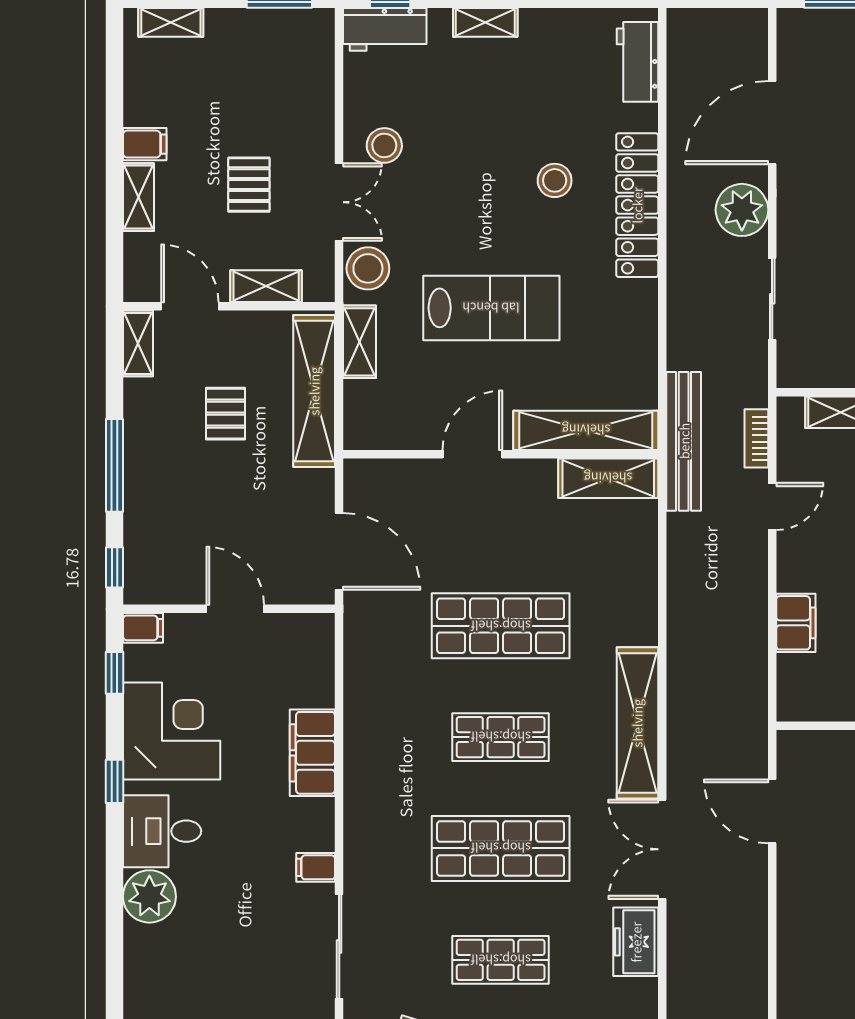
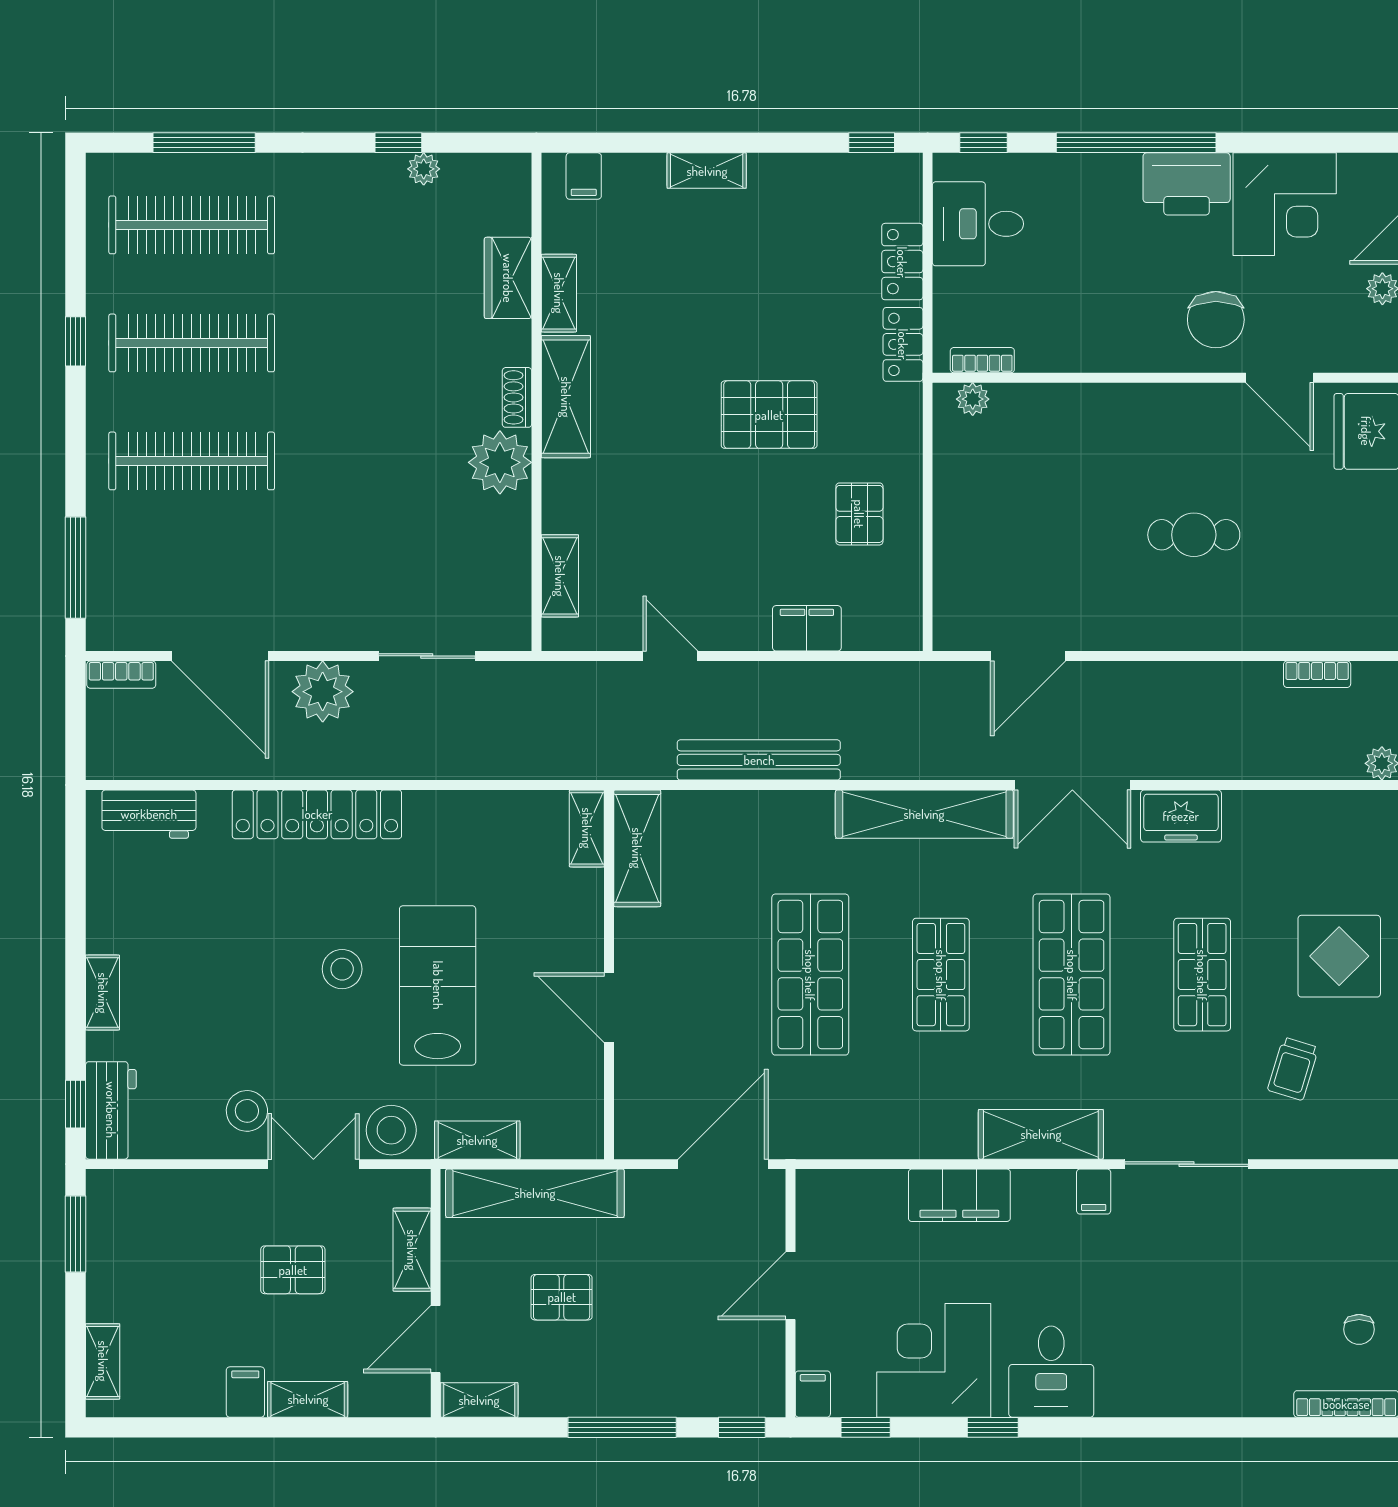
stool: (555, 180) -> (342, 969), moved
shelving: (586, 430) -> (587, 828), width x0.45, depth x0.75
bookcase: (756, 438) -> (121, 675), moved
bench: (684, 441) -> (759, 760), moved
shelving: (364, 822) -> (1041, 1134), added
plant: (149, 896) -> (1128, 1386), removed

